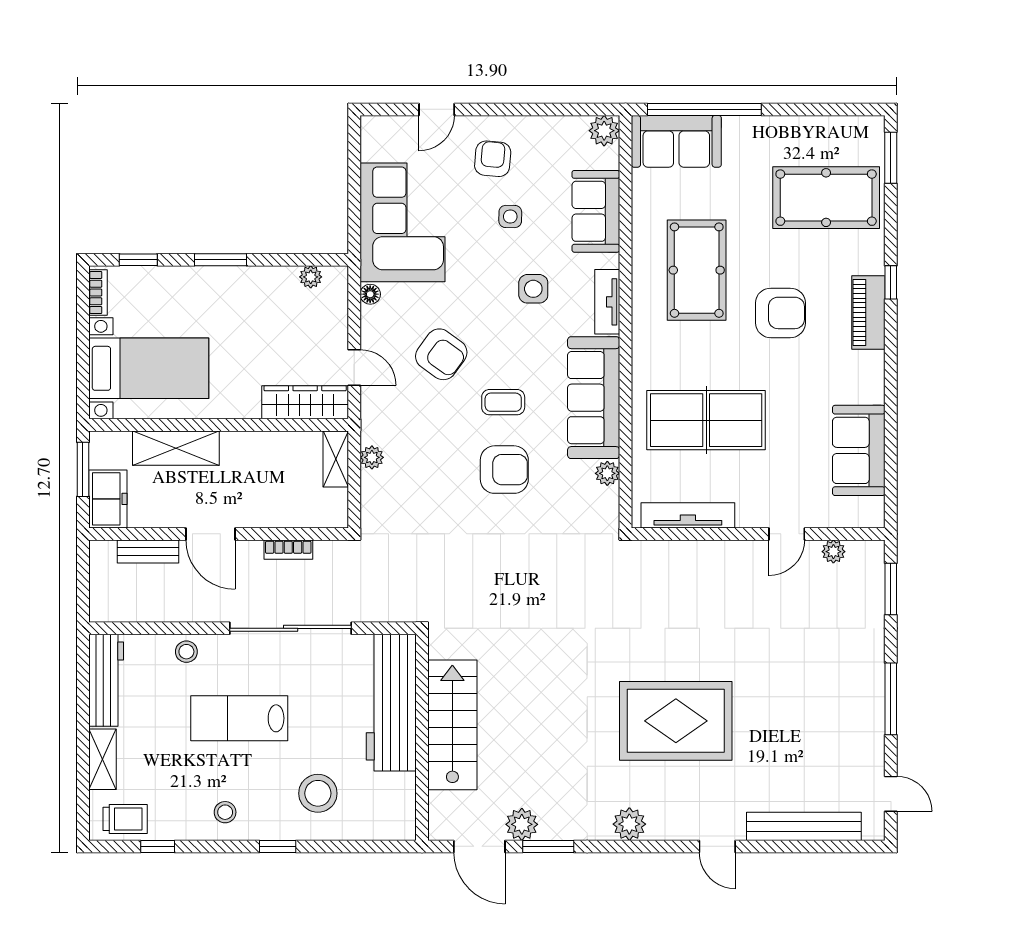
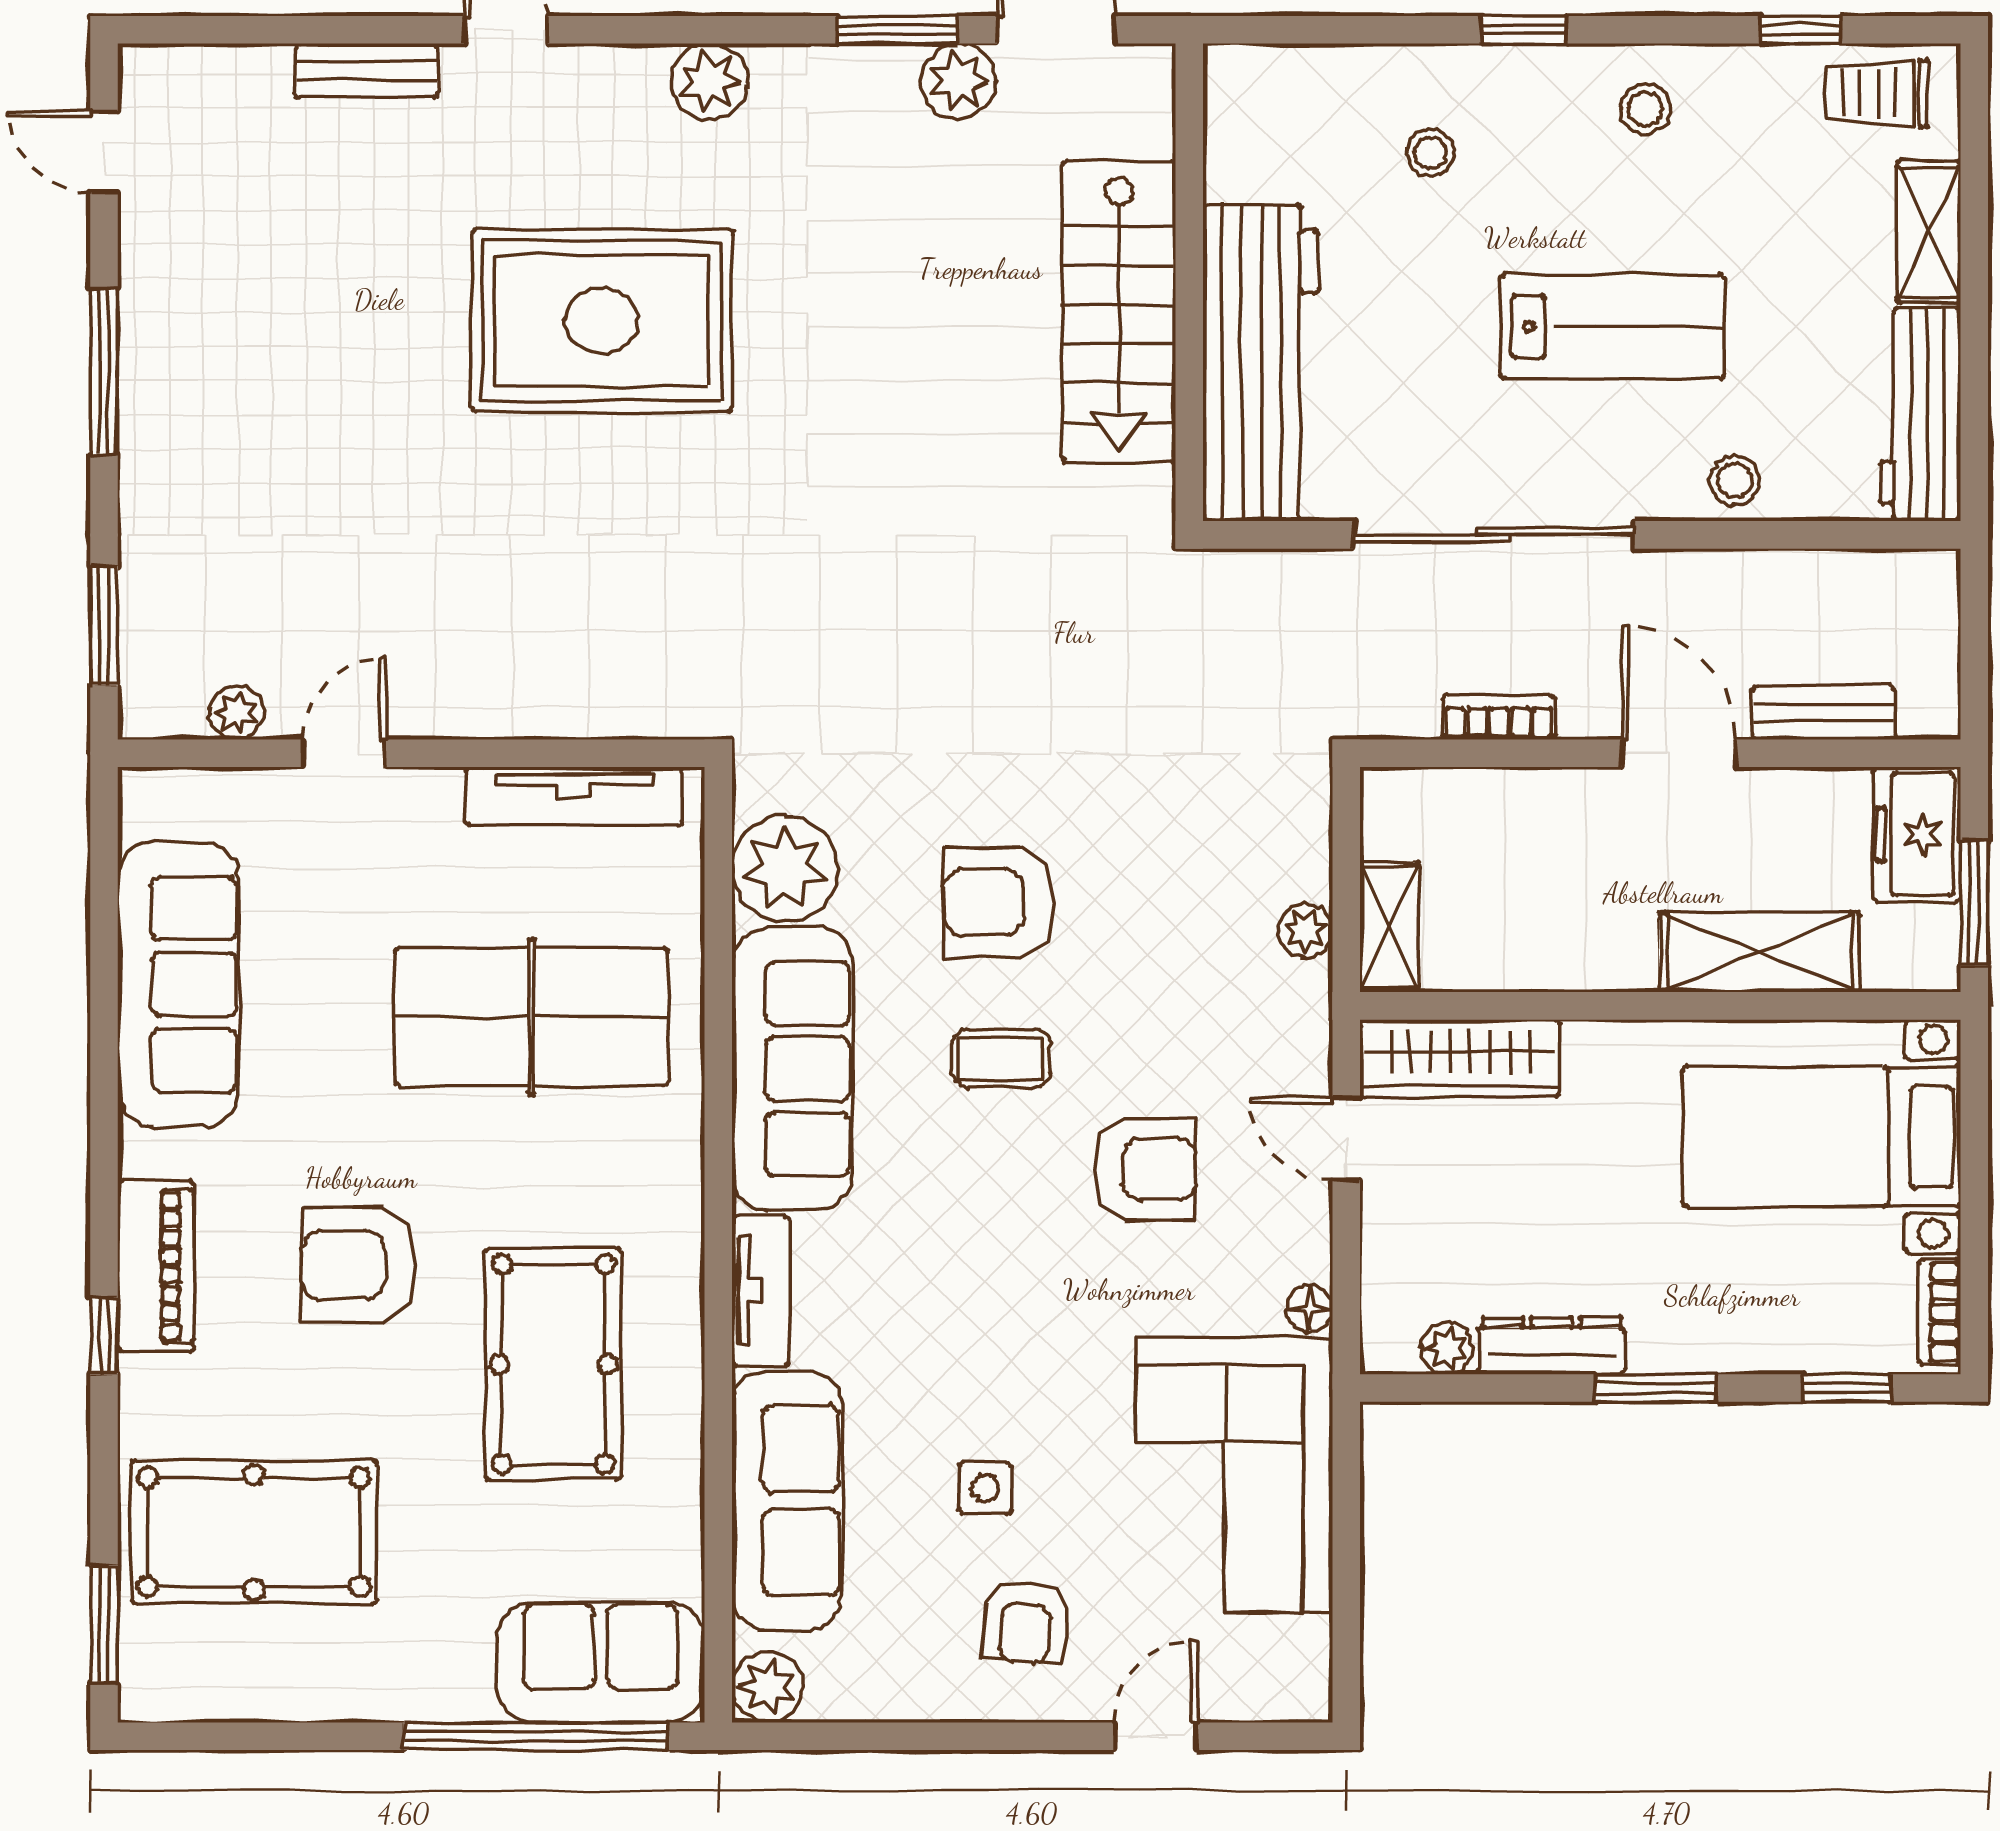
sofa: (596, 211) -> (787, 1500), width x1.36
dresser: (266, 278) -> (1552, 1346), added
side table: (533, 289) -> (932, 1321), removed
armchair: (441, 354) -> (1145, 1169), turned 144
sofa: (859, 450) -> (178, 985), width x1.36
plant: (607, 473) -> (785, 869), width x1.87, depth x1.87
stool: (318, 793) -> (1430, 153), width x0.53, depth x0.53
bench: (804, 826) -> (367, 71), width x0.54, depth x0.82

